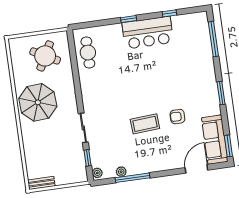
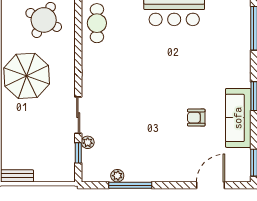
coffee table: (145, 124) -> (155, 121), removed
sofa: (215, 140) -> (238, 118), moved
plant: (97, 173) -> (88, 142), moved

